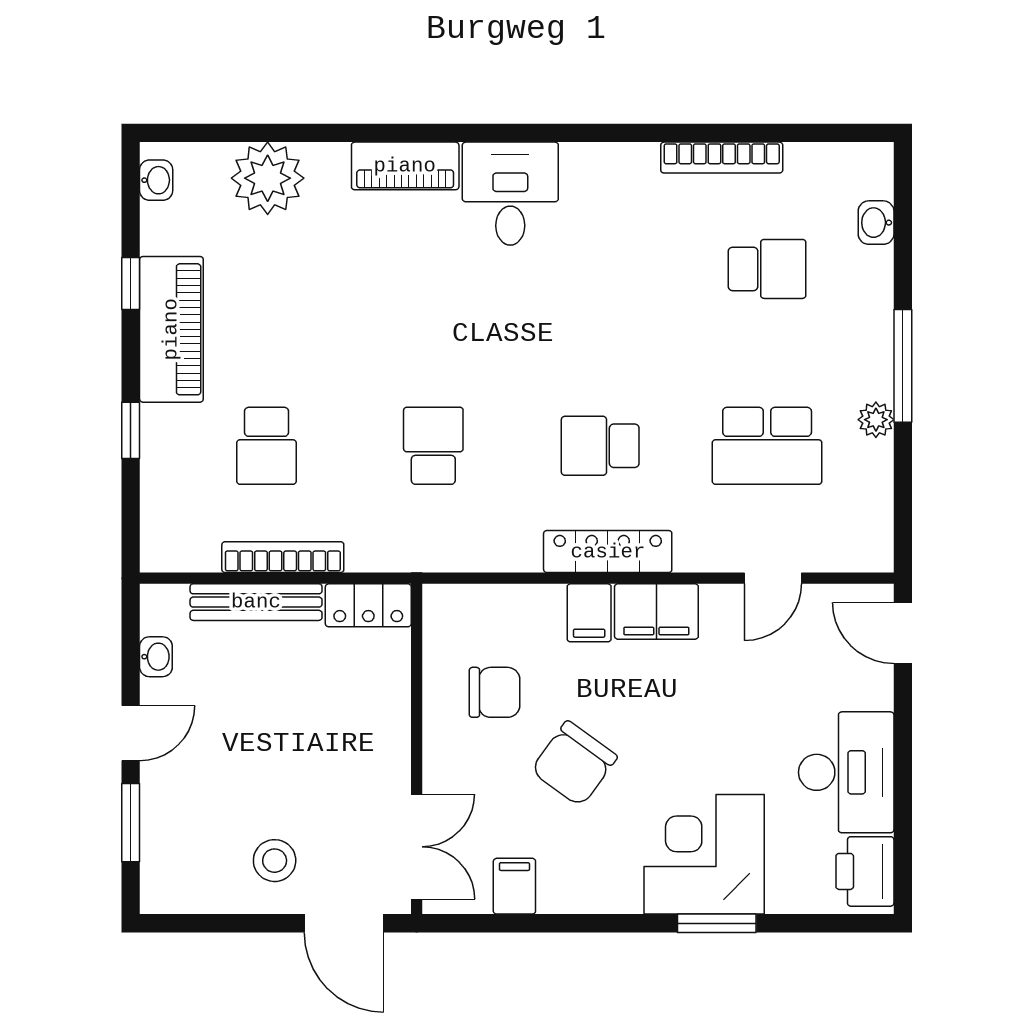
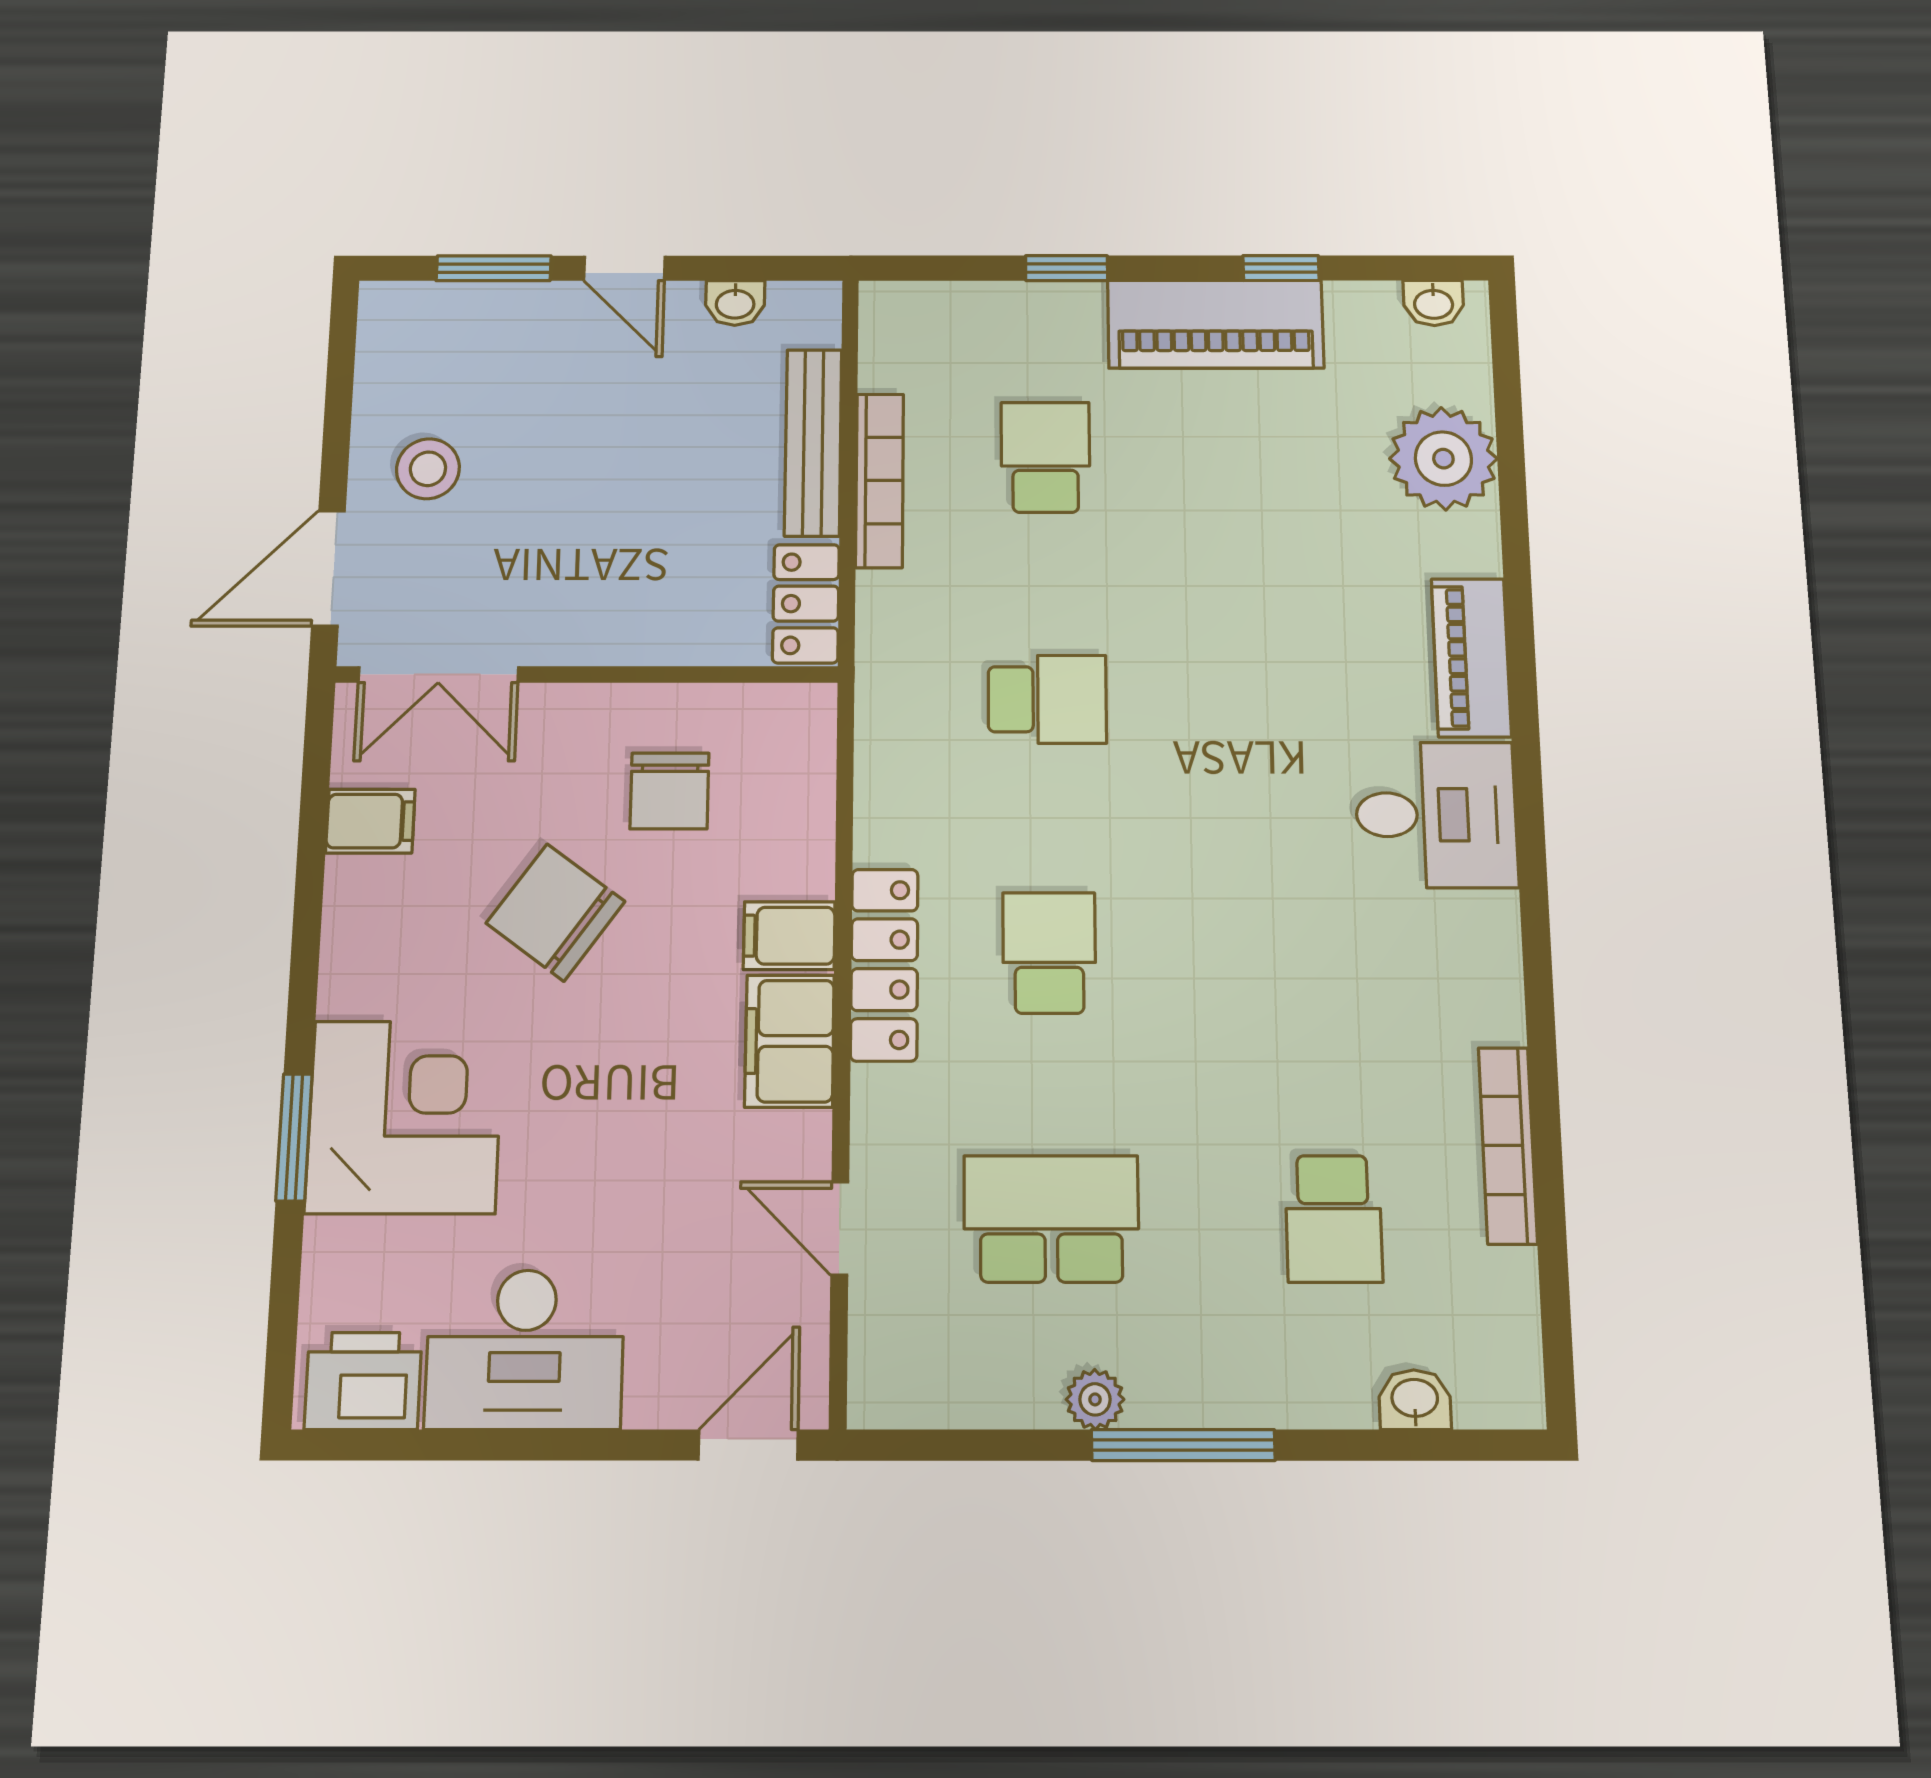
school desk: (266, 446) -> (1045, 457), turned 90
school desk: (767, 446) -> (1051, 1219), turned 90

